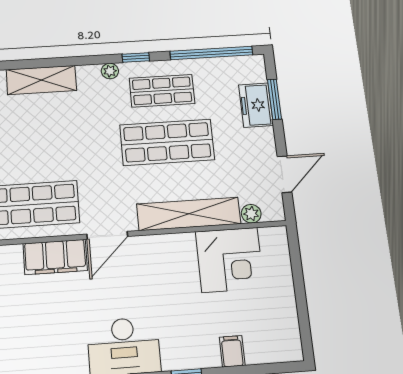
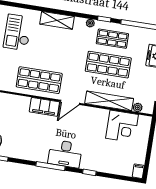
filing cabinet: (232, 351) -> (138, 171), moved

